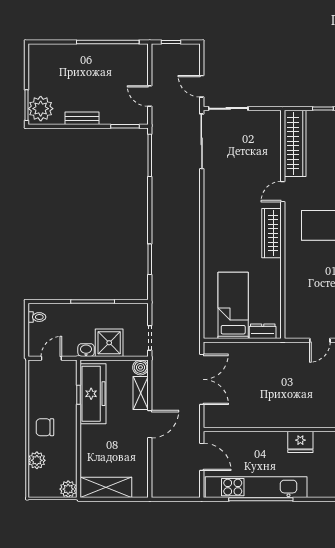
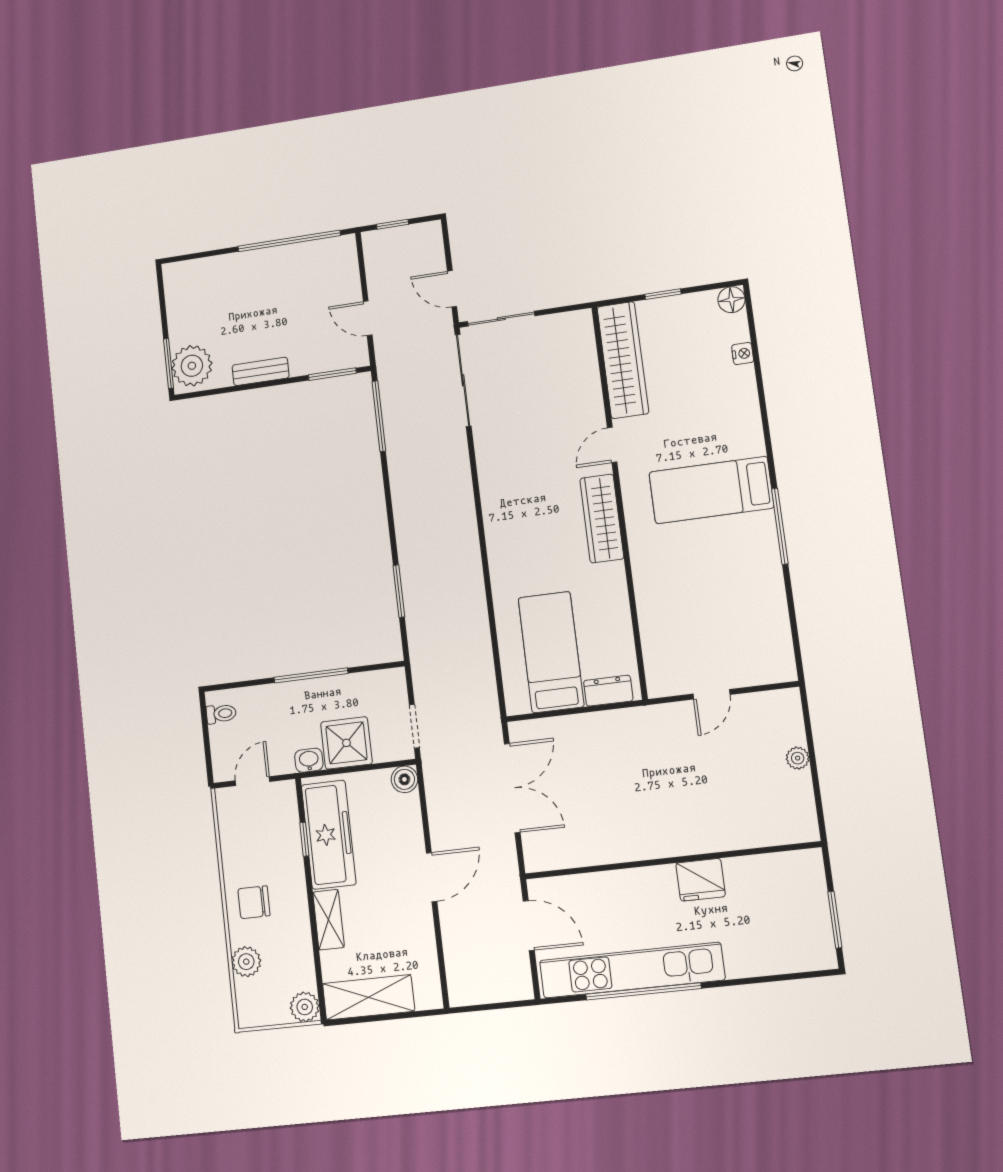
shelving: (141, 393) -> (329, 920), moved

